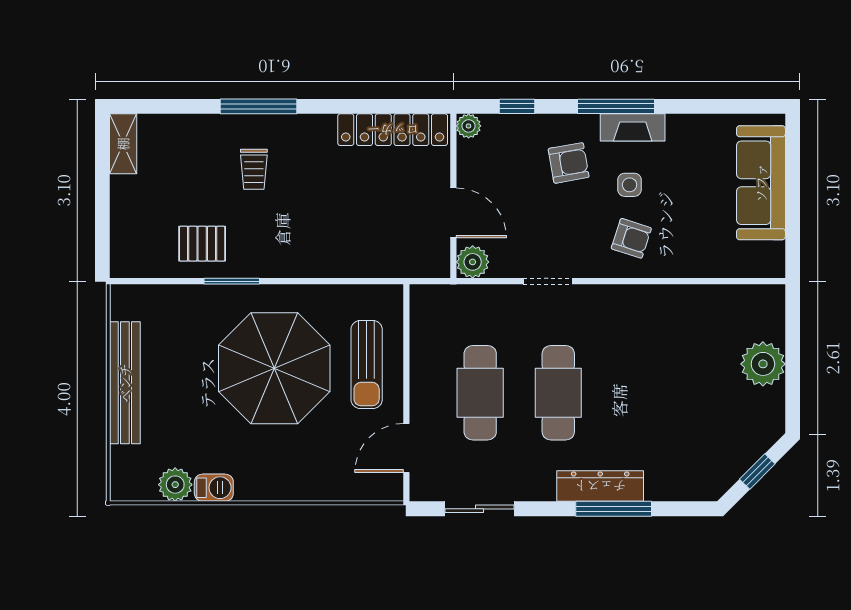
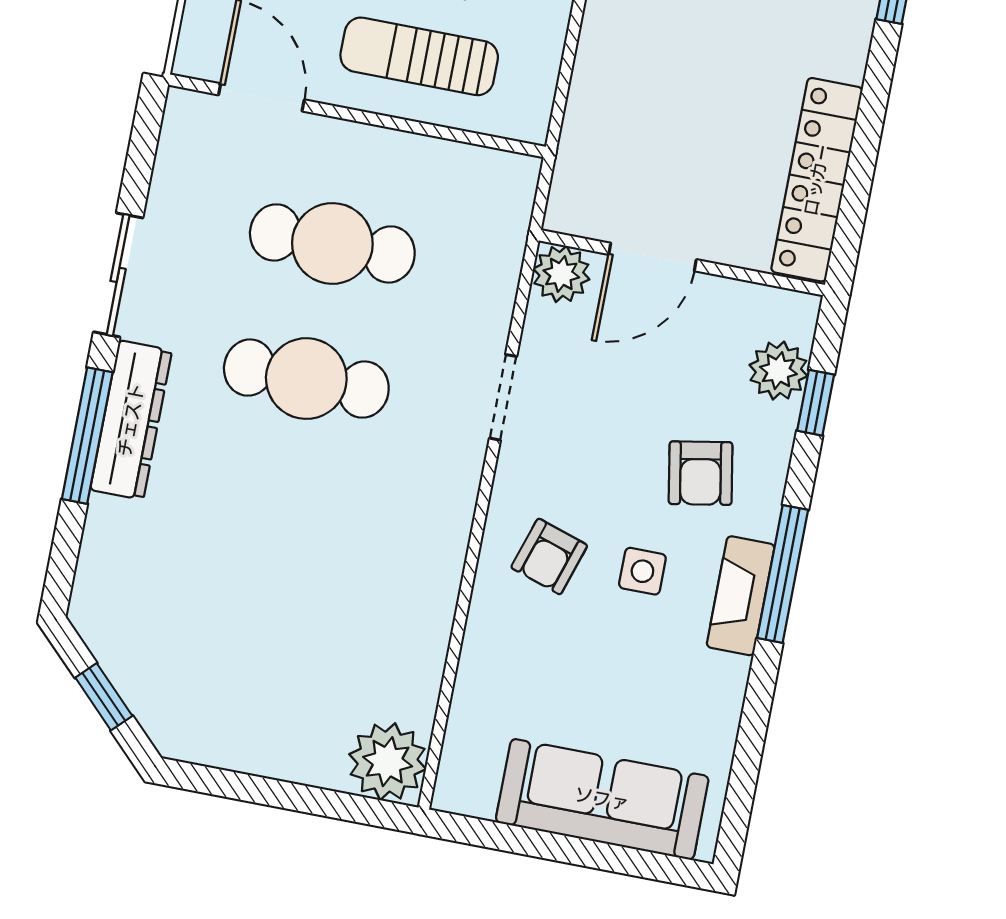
plant: (469, 126) -> (778, 371), moved, width x1.38, depth x1.38
plant: (763, 364) -> (388, 762), moved
sliding door: (479, 509) -> (118, 275), moved

